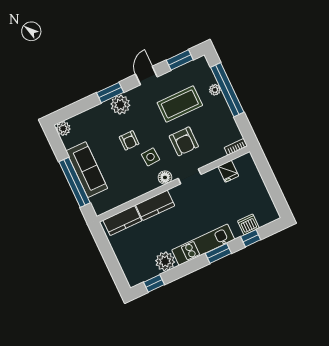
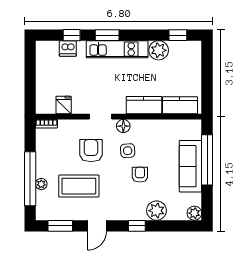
window: (110, 93) -> (137, 226), width x0.67
plant: (120, 105) -> (156, 211), moved

